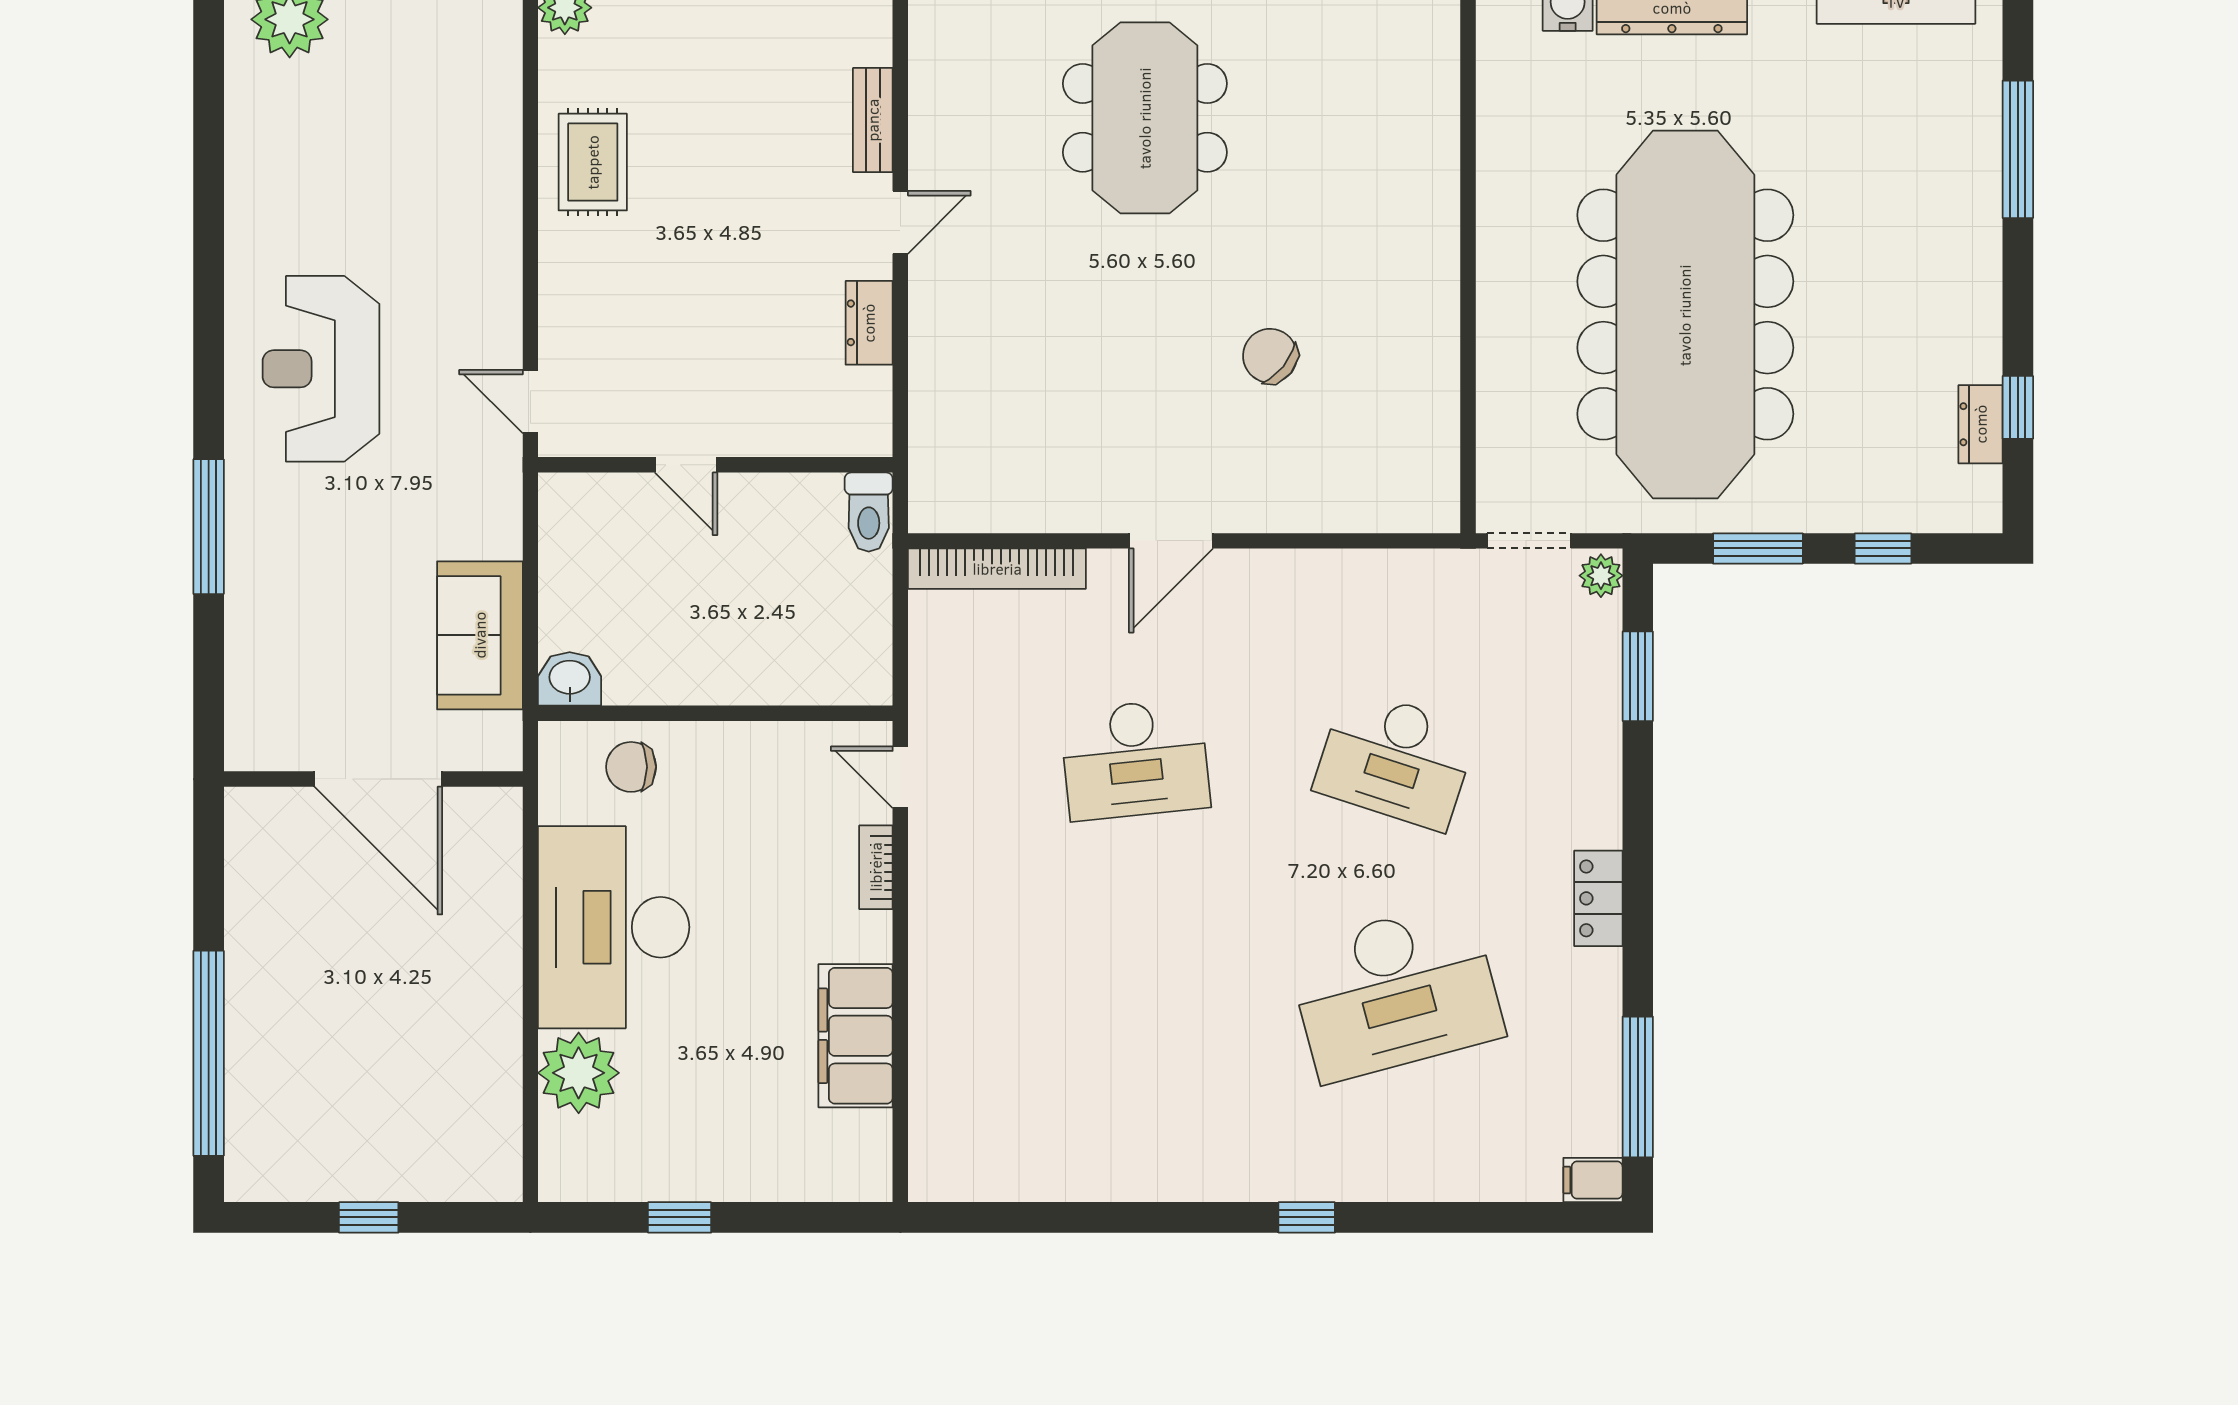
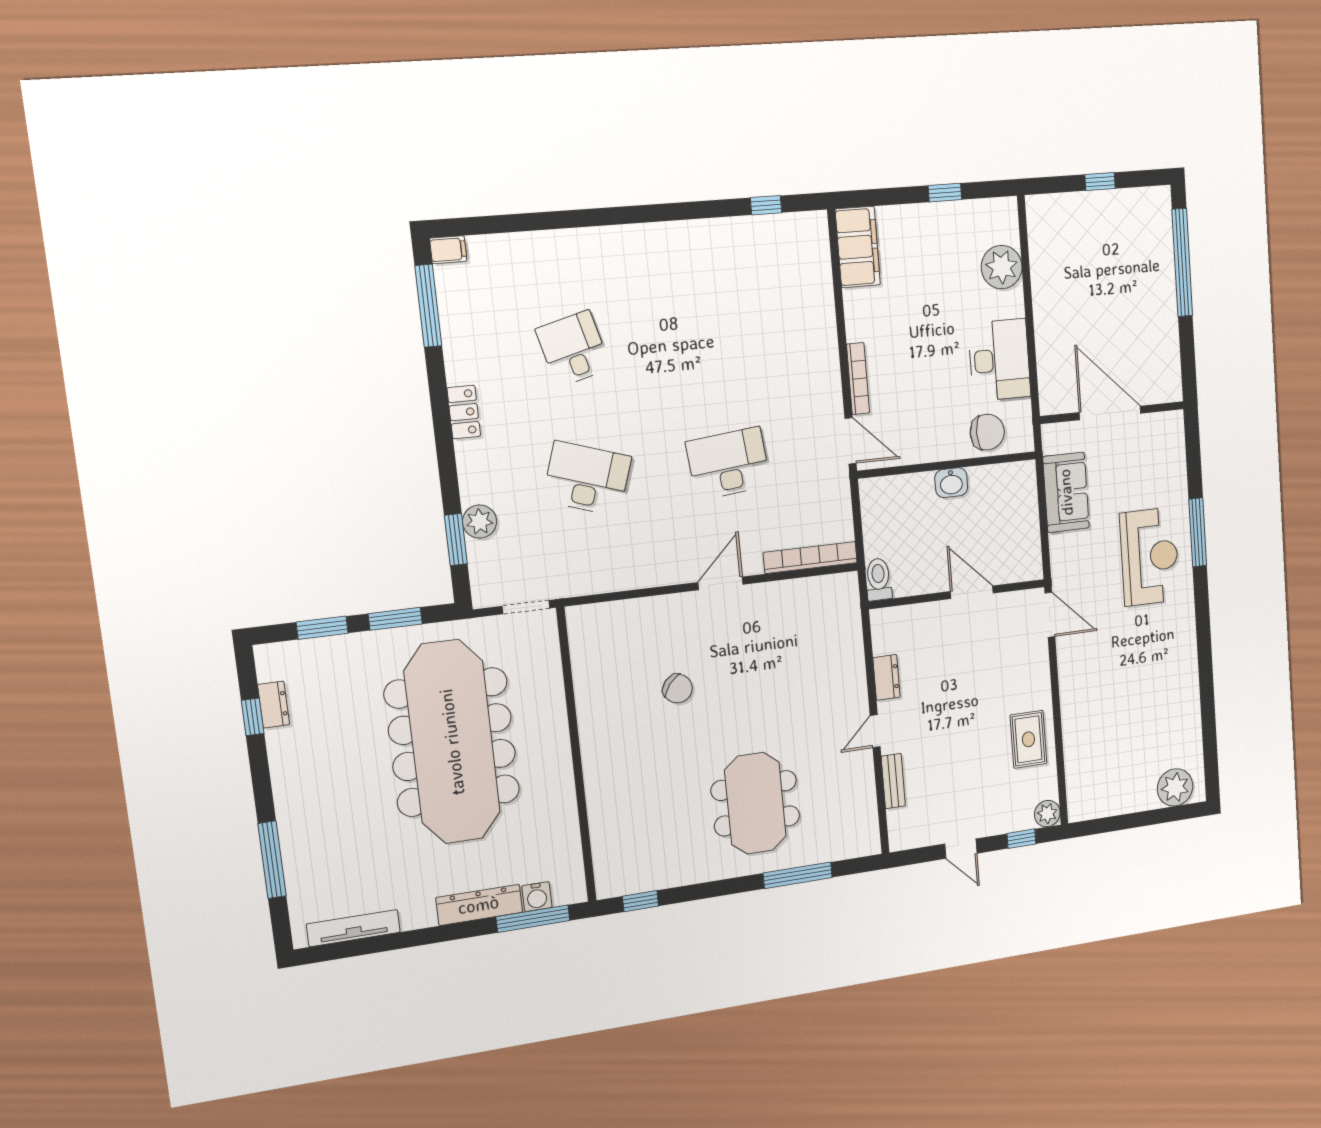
reception desk: (321, 369) -> (1150, 557), moved
door: (530, 402) -> (1050, 615), width x1.38
door: (686, 465) -> (972, 592), width x1.38
window: (1883, 548) -> (322, 628), width x1.50
plant: (1601, 576) -> (480, 522), moved, width x1.38, depth x1.38
washbasin: (570, 679) -> (951, 483), moved
chair: (631, 767) -> (987, 432), width x1.37, depth x1.37
door: (900, 777) -> (851, 441), width x1.37
bookcase: (876, 867) -> (858, 379), width x1.56
desk: (614, 927) -> (999, 360), width x0.73, depth x0.77
desk: (1395, 991) -> (573, 349), width x0.53, depth x0.77
filing cabinet: (856, 1036) -> (858, 247), moved
window: (1307, 1217) -> (766, 205), moved

